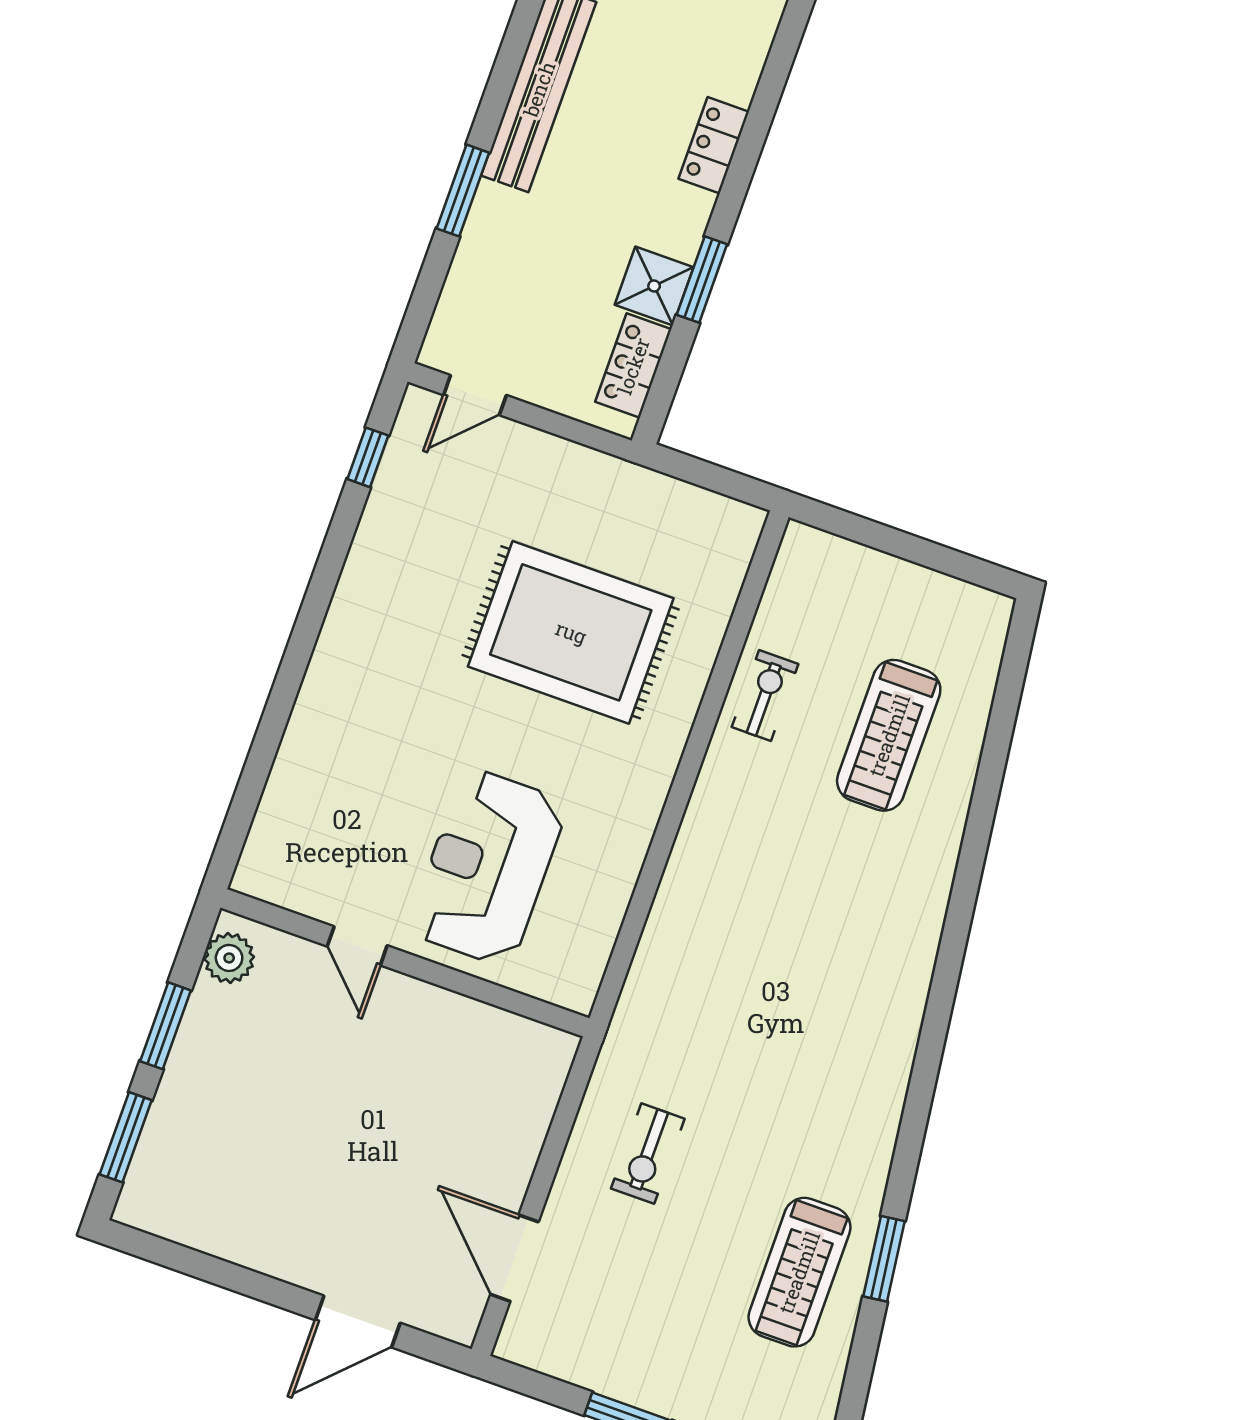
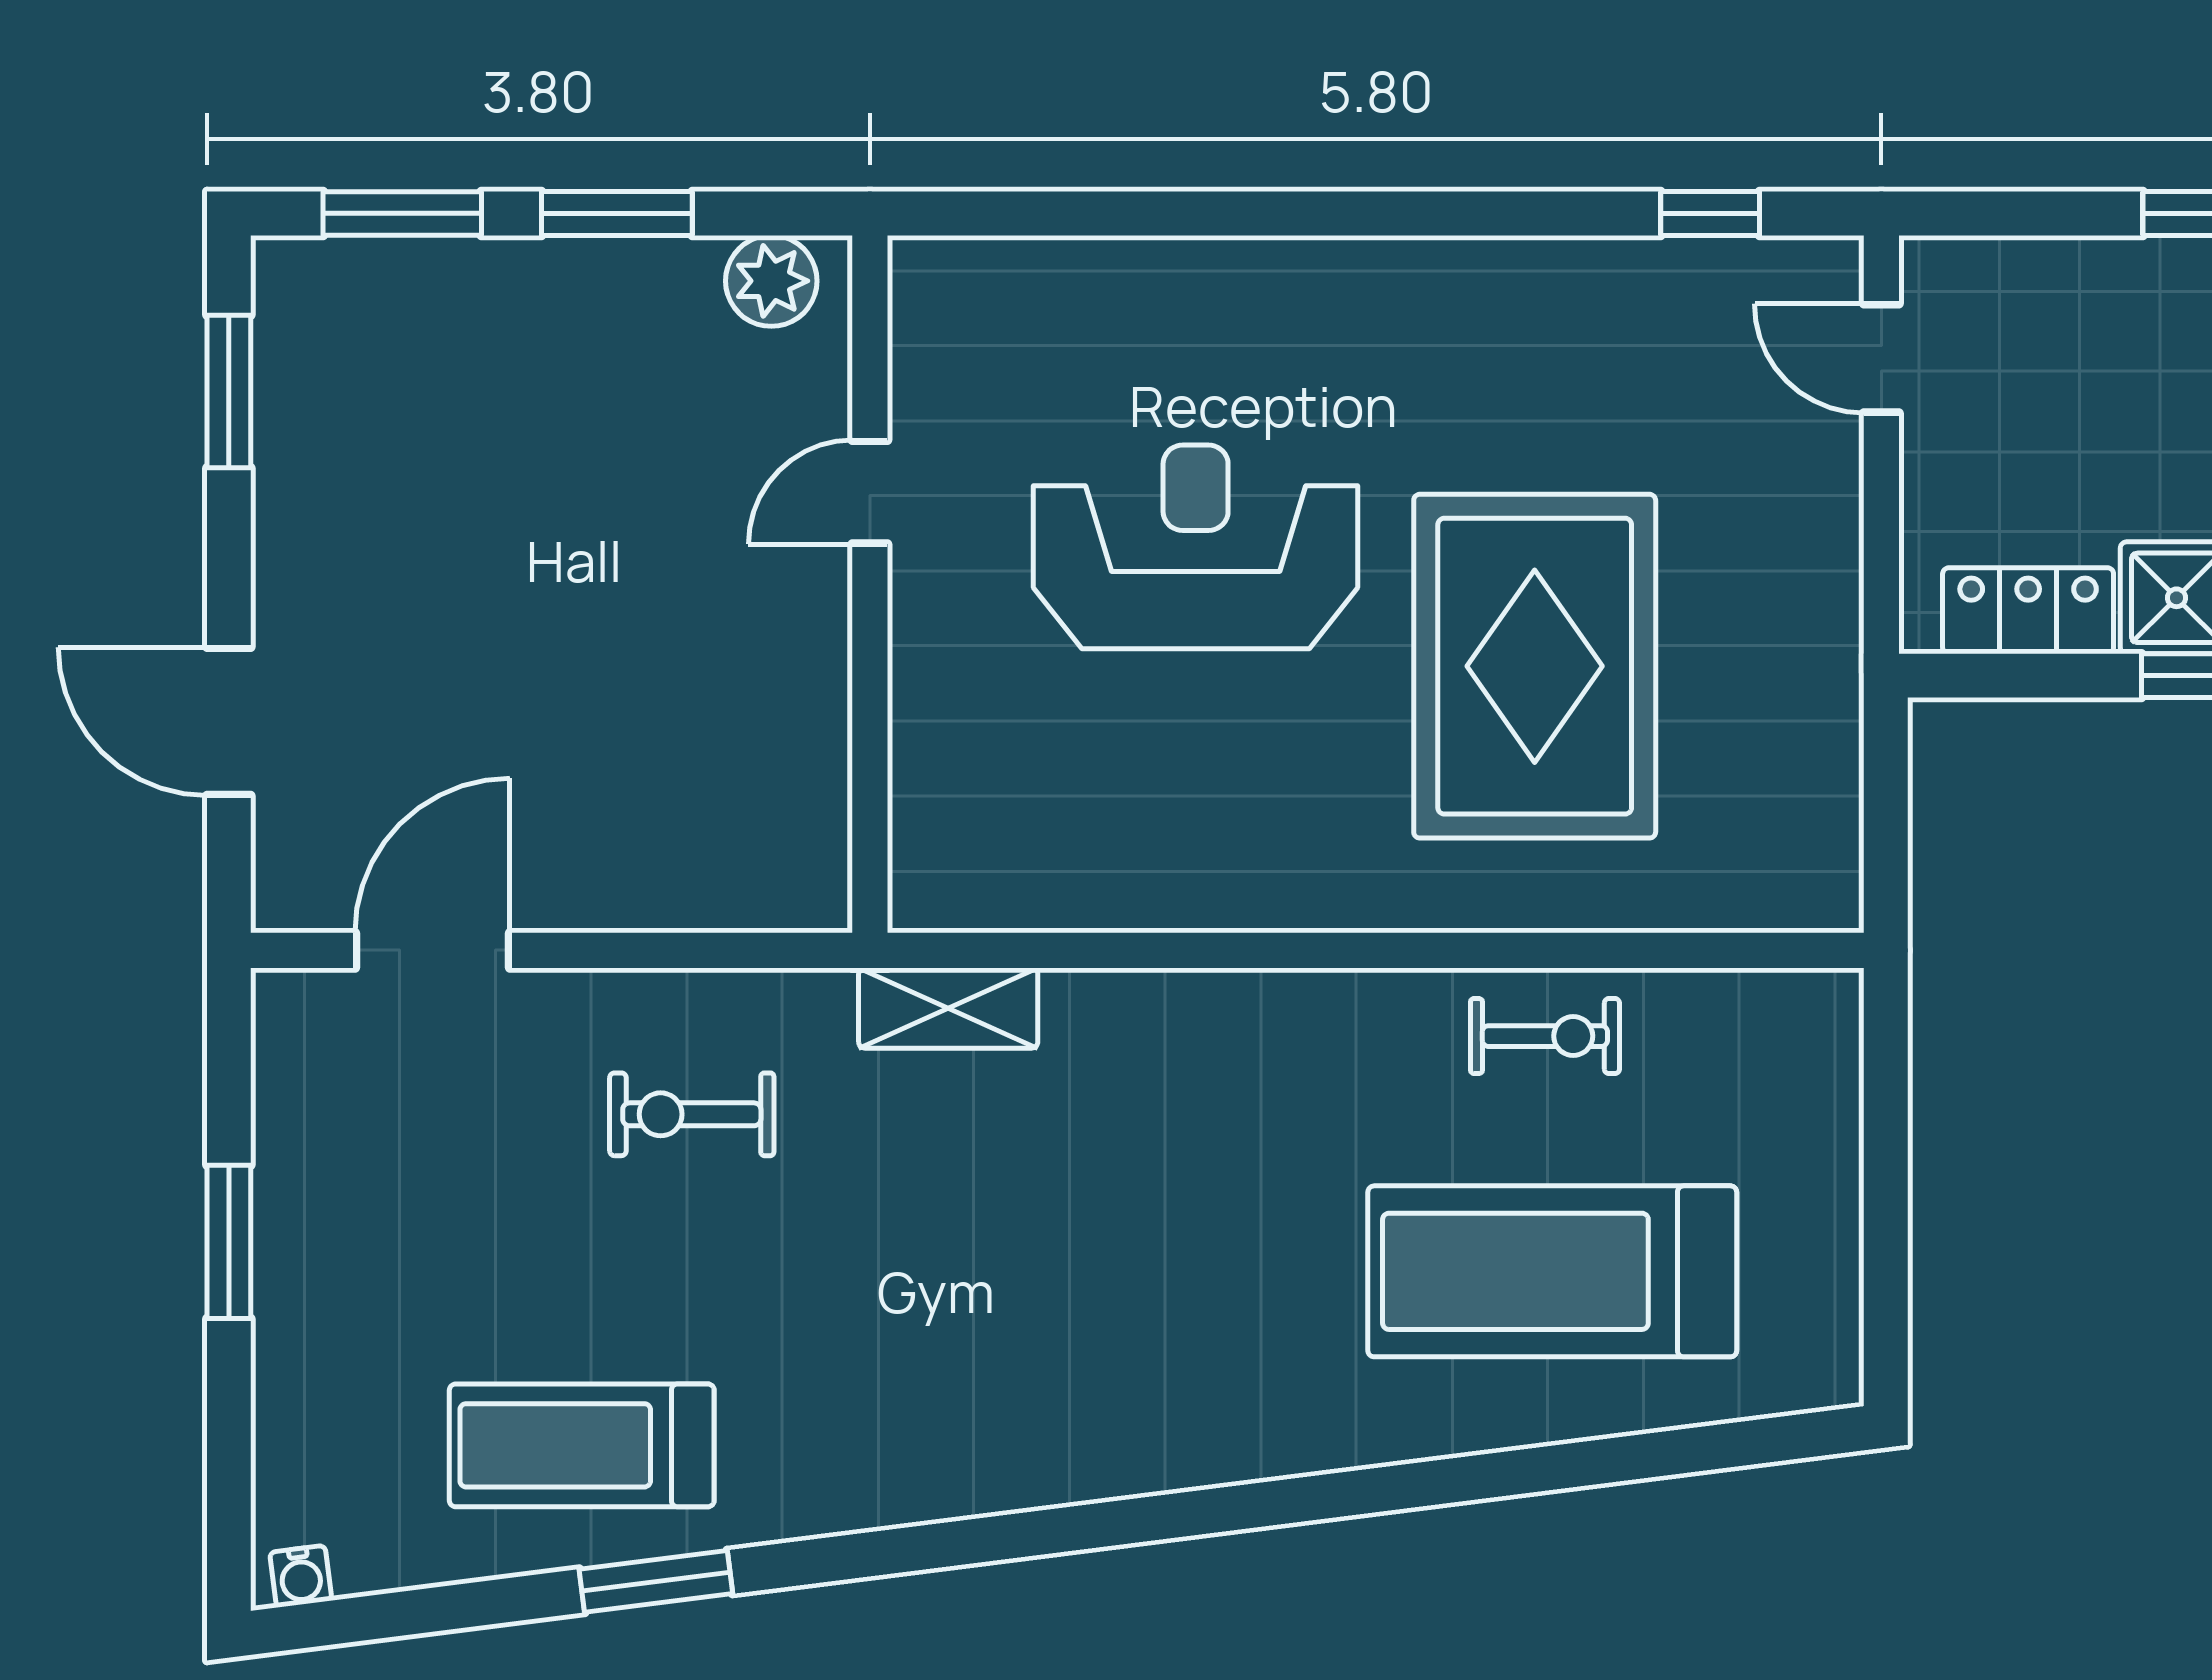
treadmill: (889, 735) -> (1552, 1271), width x1.37, depth x1.38
reception desk: (488, 867) -> (1196, 547), moved
shelving: (640, 1001) -> (948, 1008), added
window: (186, 1260) -> (229, 392), added

